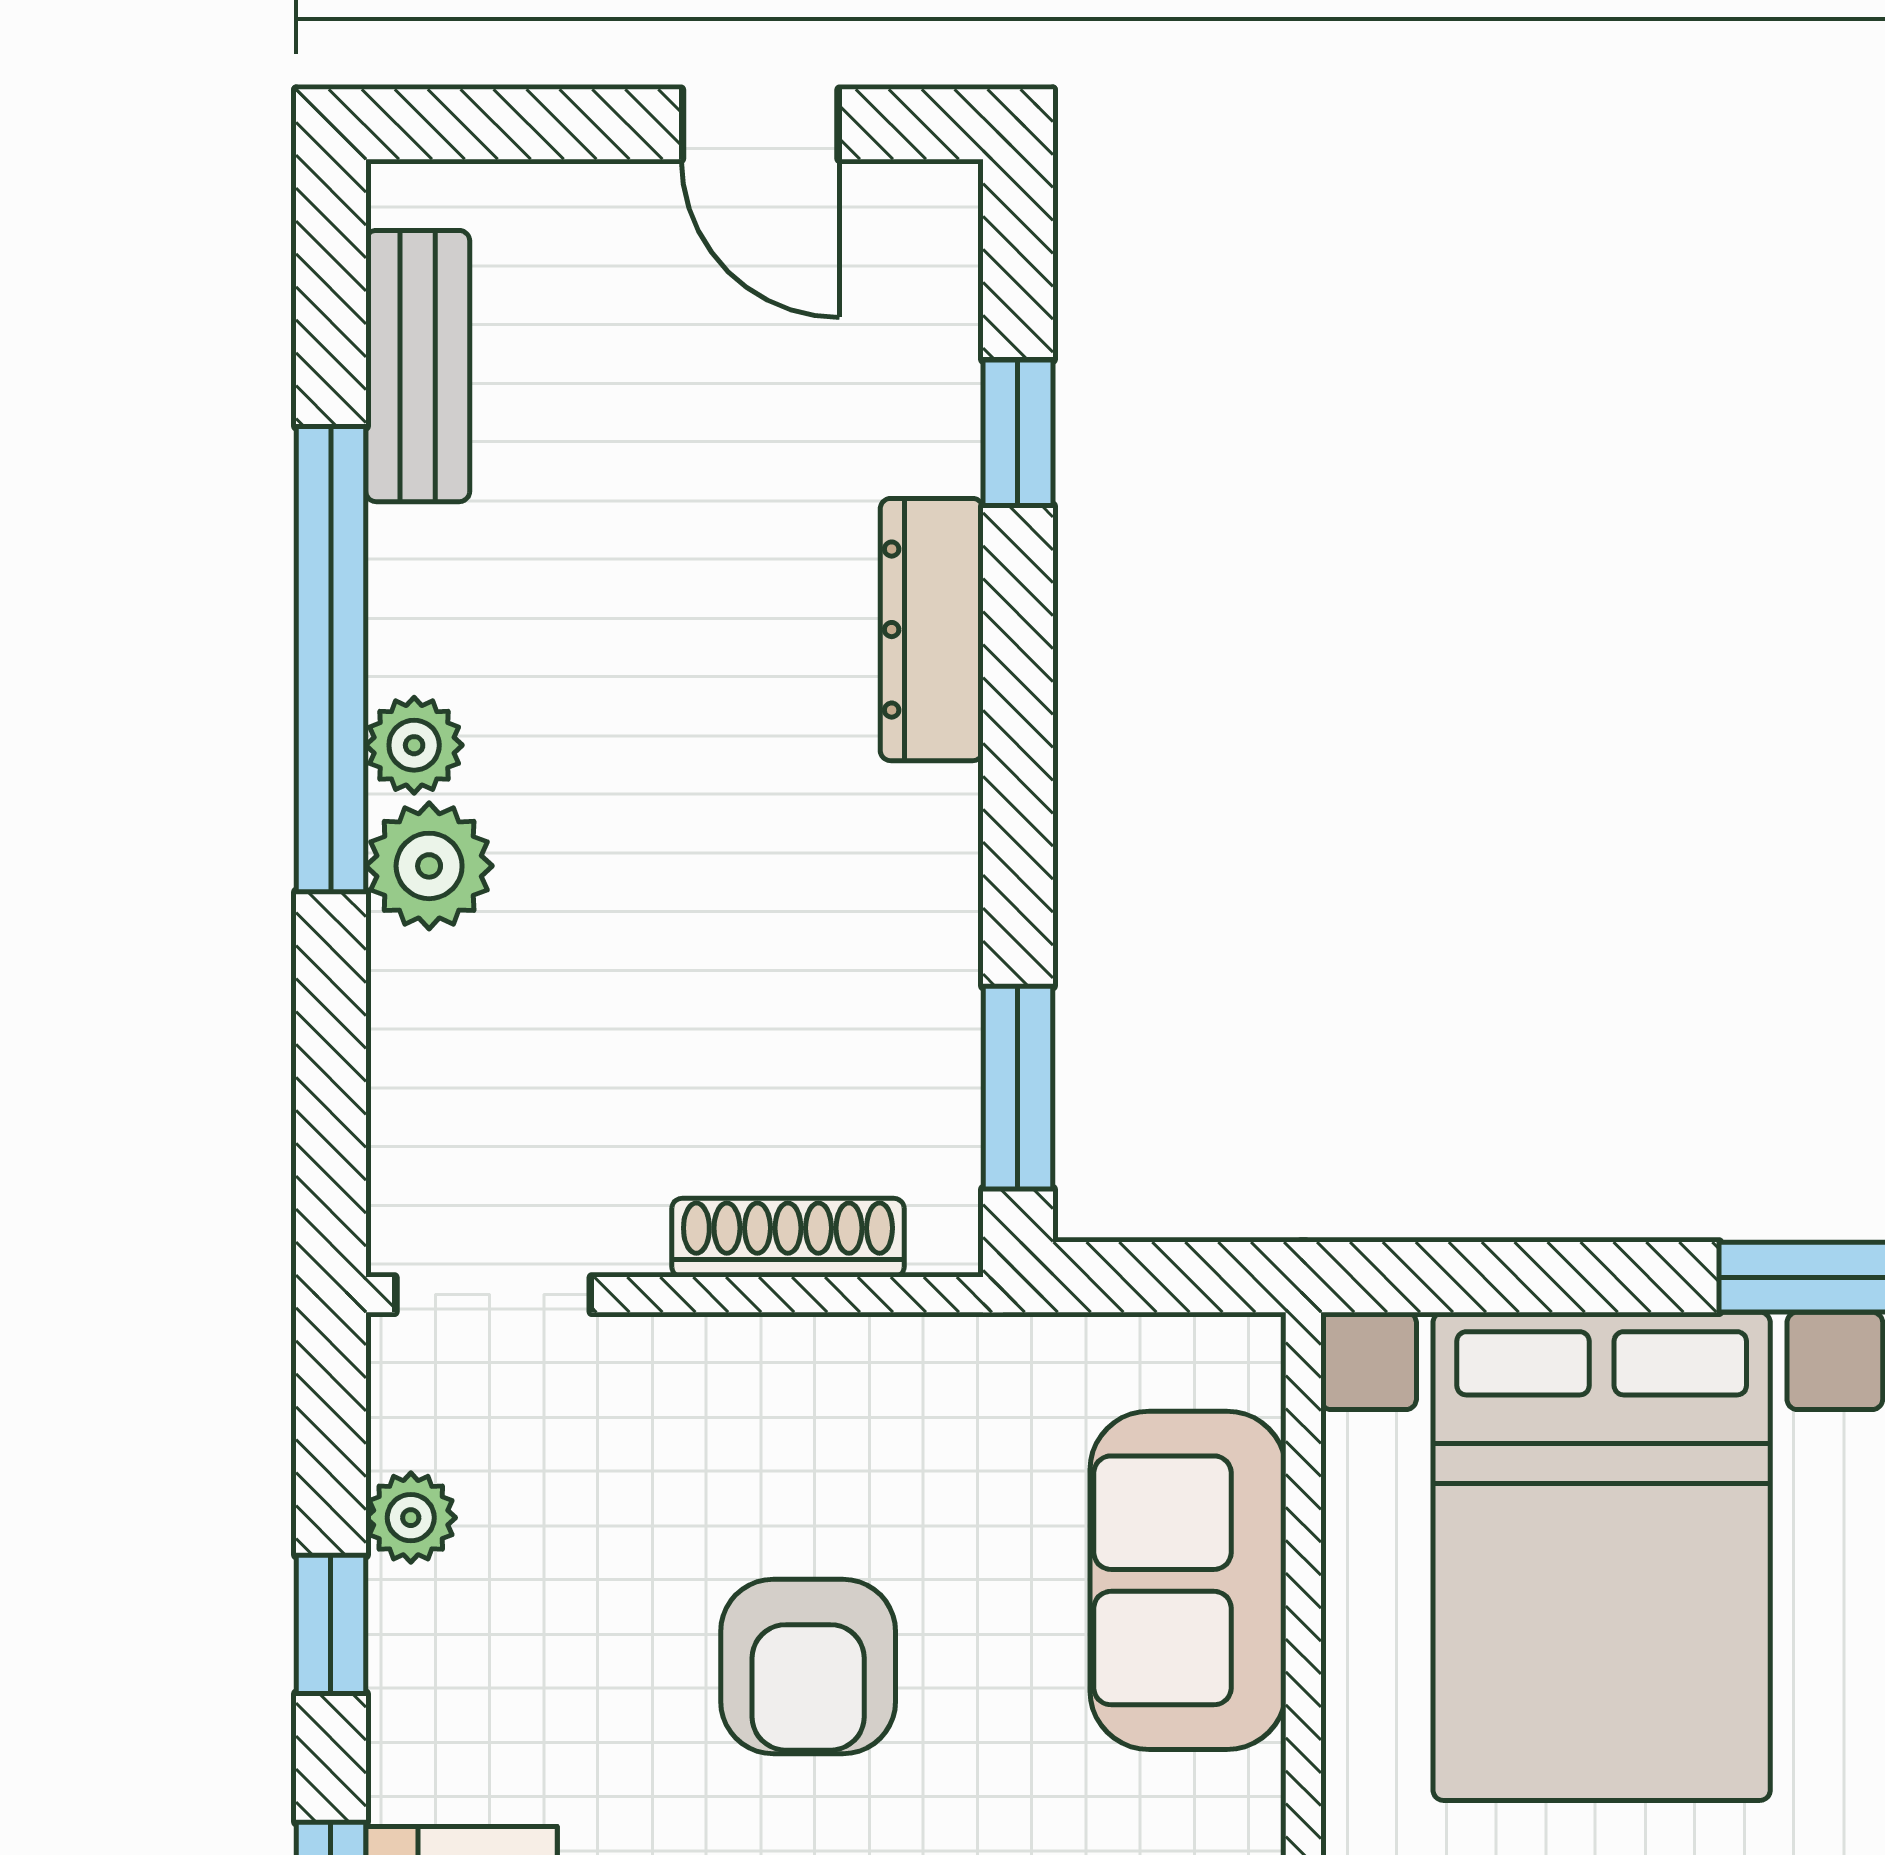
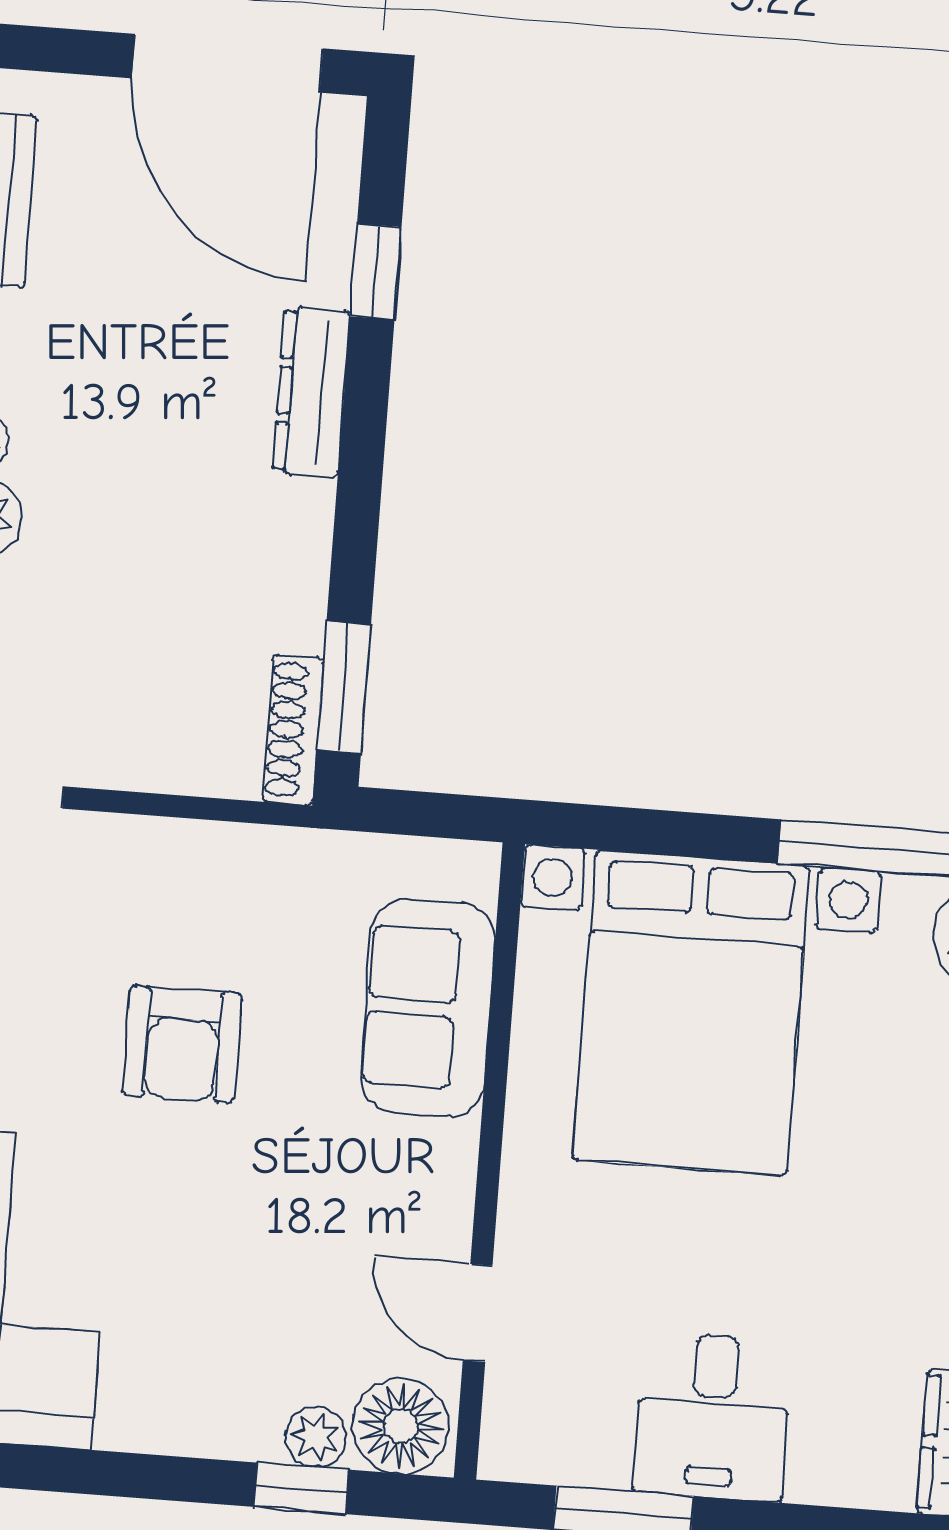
door: (760, 124) -> (227, 63), width x1.87
shoe rack: (788, 1238) -> (293, 730), moved, turned -90

